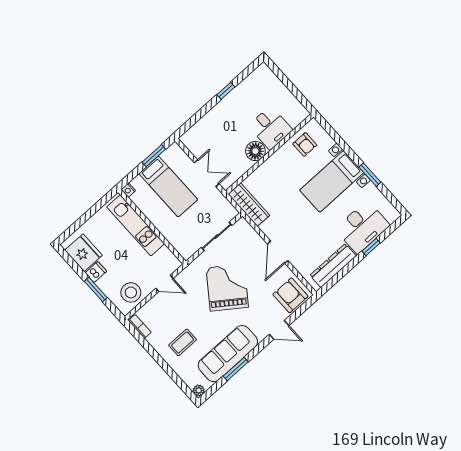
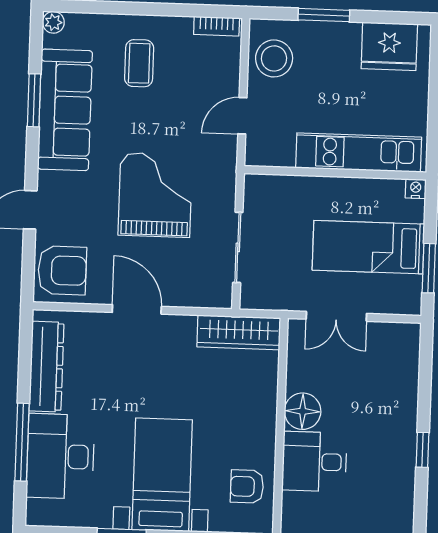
window: (371, 247) -> (22, 442), width x2.17
dishwasher: (96, 272) -> (347, 38), removed
grand piano: (227, 287) -> (155, 195), turned -126

